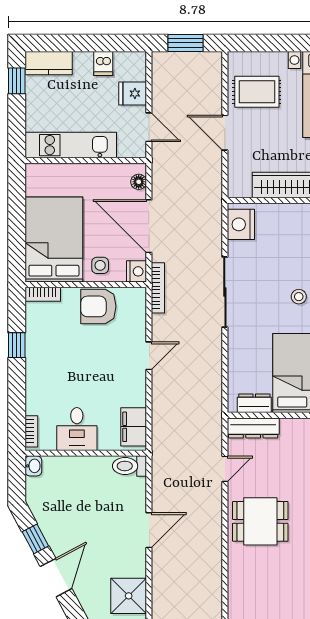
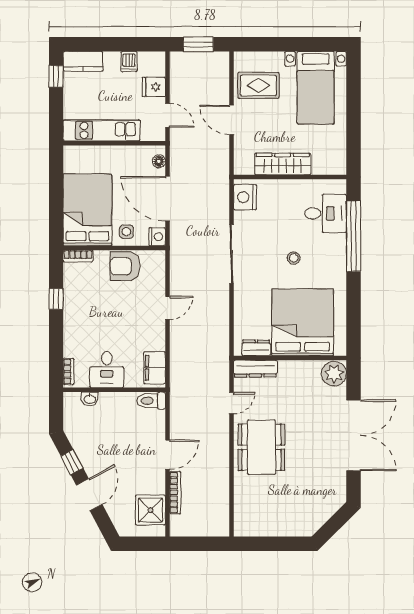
bookcase: (158, 288) -> (175, 492), moved
washbasin: (33, 466) -> (90, 399), moved, turned 90
dining table: (260, 521) -> (261, 447), width x1.37

